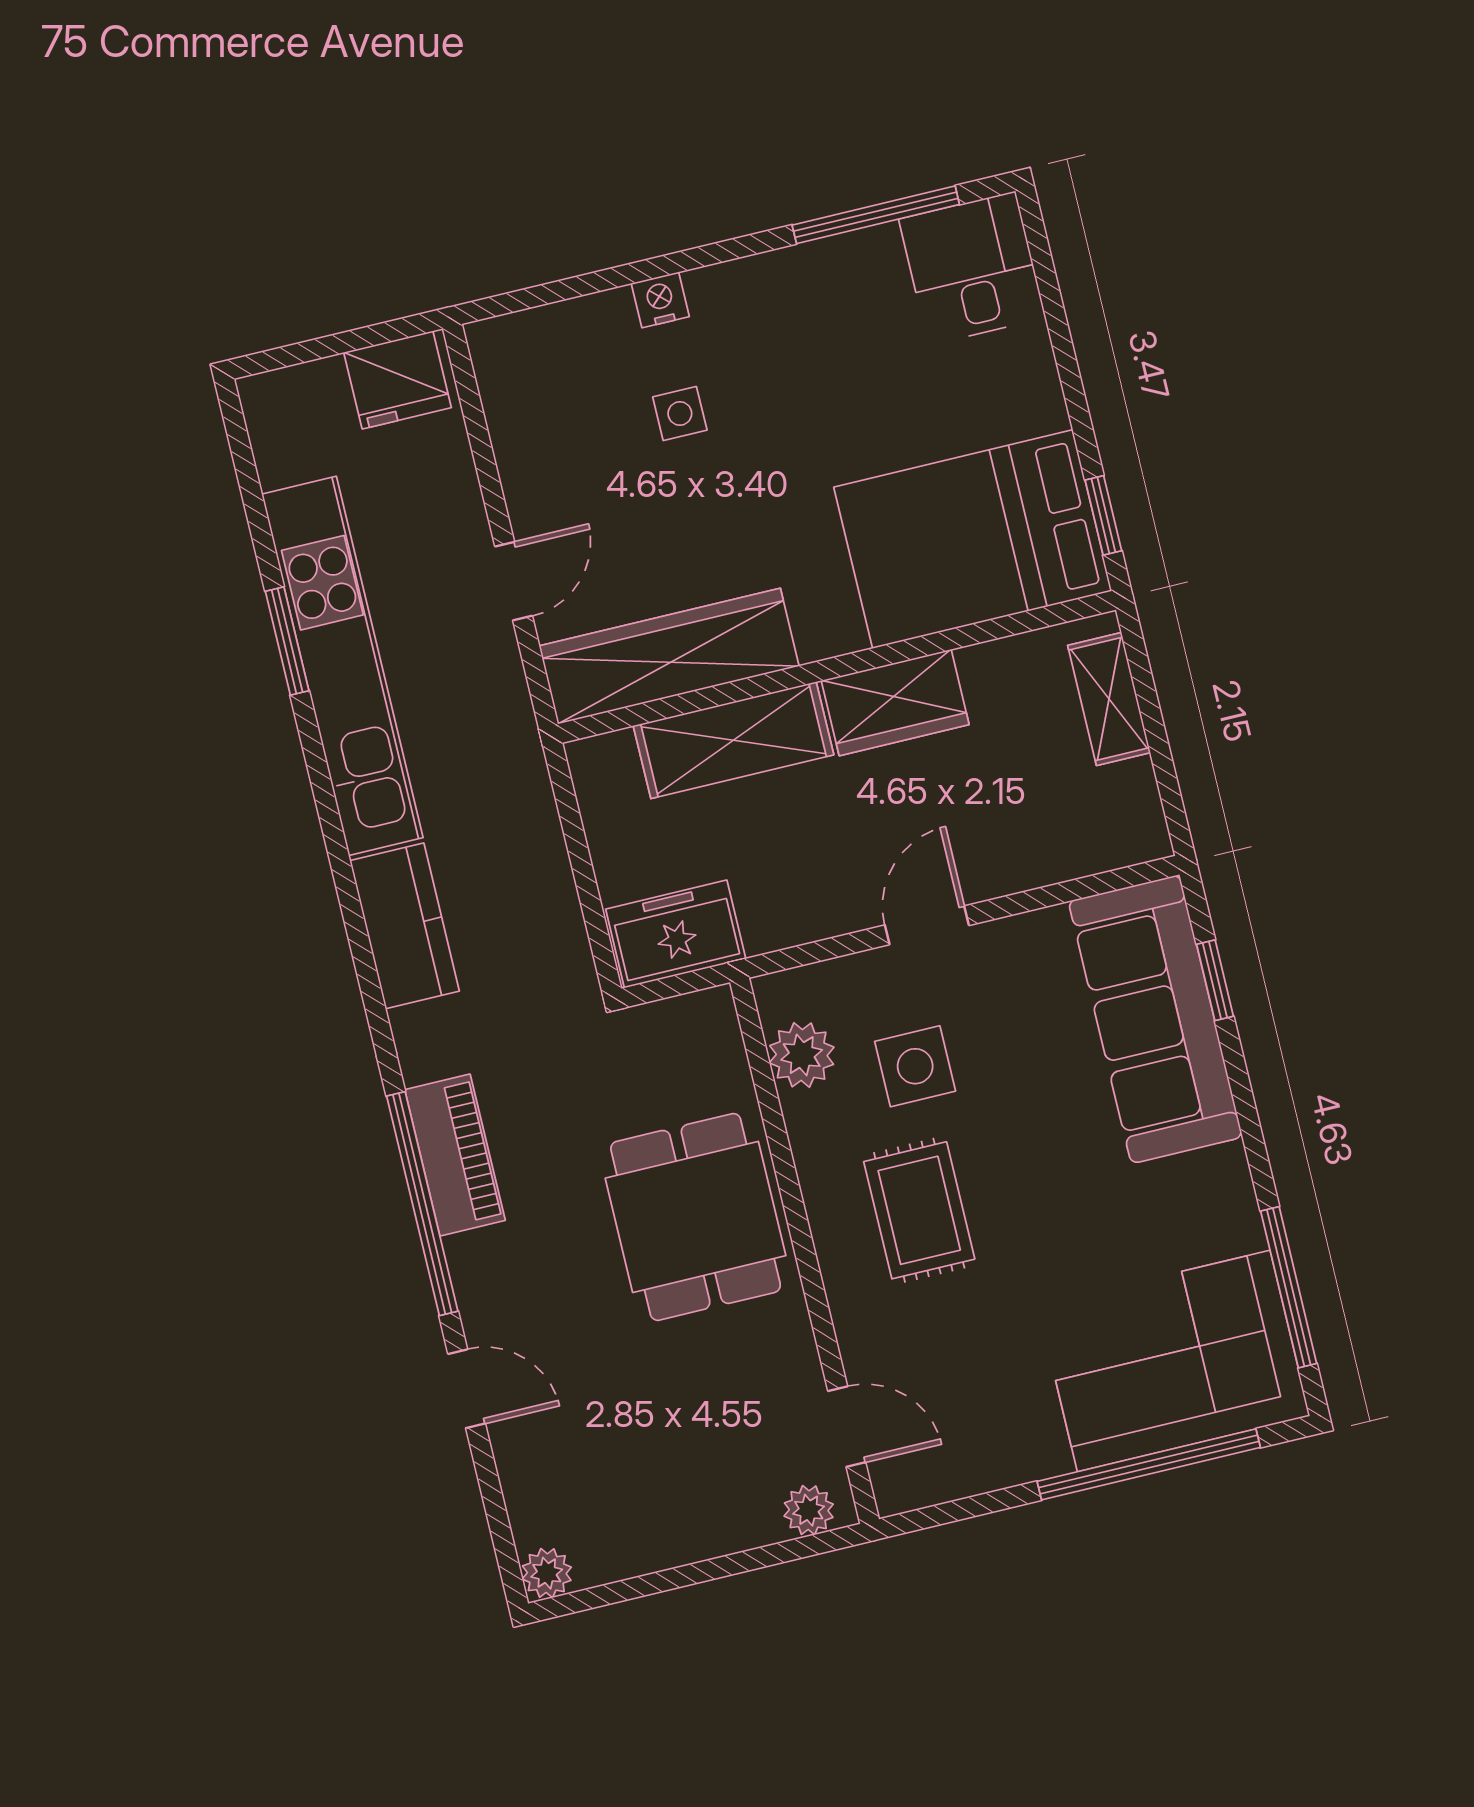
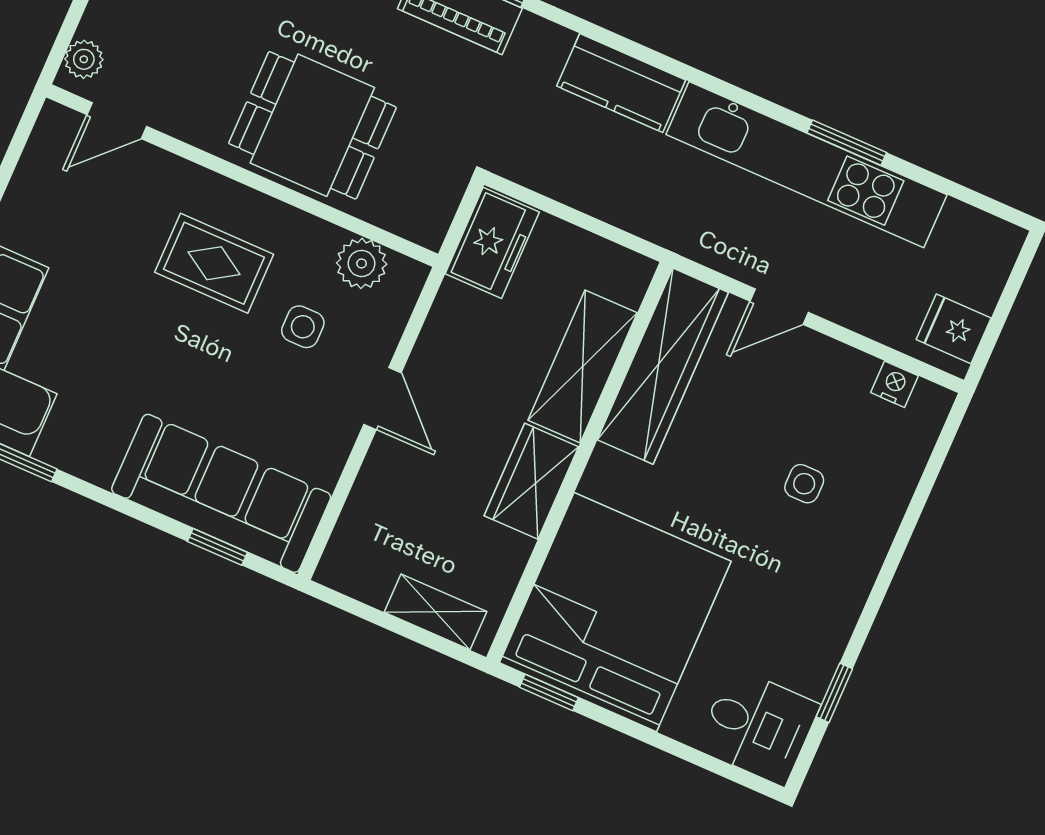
window: (876, 215) -> (834, 693), width x0.46
nightstand: (660, 300) -> (894, 384), moved, turned -90
fridge: (398, 380) -> (954, 329), width x0.72
bed: (973, 539) -> (615, 612), width x1.36
door: (514, 581) -> (779, 307), hinge flipped
side table: (915, 1066) -> (303, 327), width x0.73, depth x0.73

